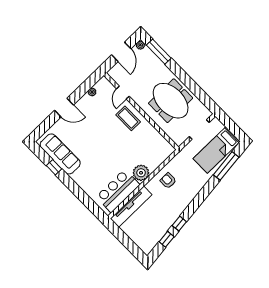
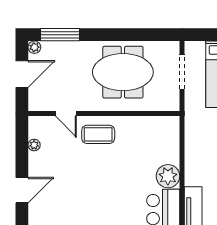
door: (121, 52) -> (22, 74), hinge flipped
armchair: (168, 181) -> (204, 156), removed

